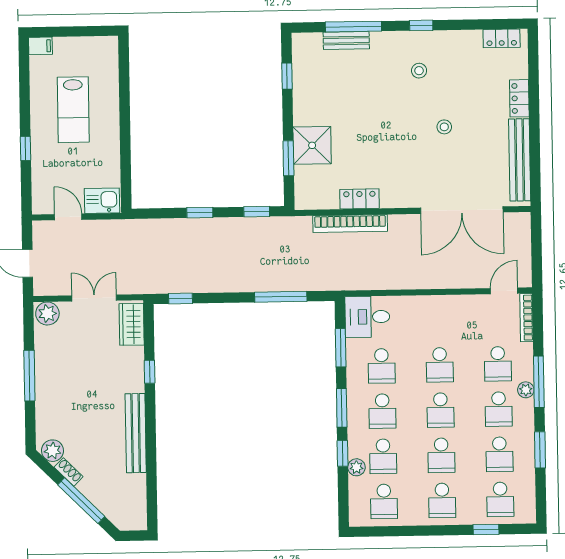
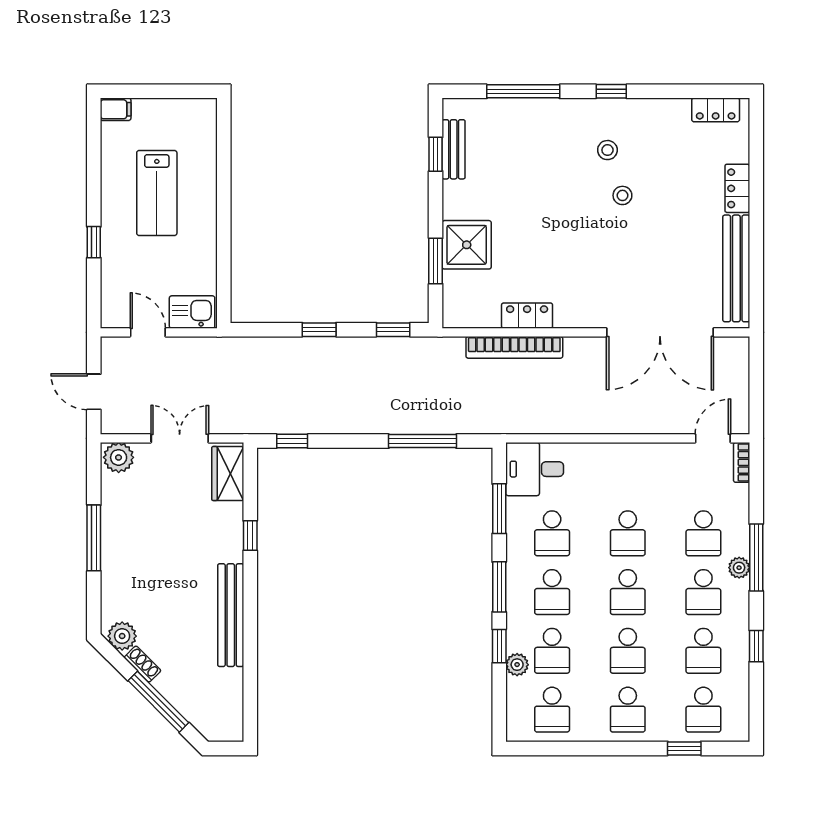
bench: (346, 41) -> (454, 149), moved, turned 90
stool: (444, 127) -> (622, 195), moved
bookcase: (526, 318) -> (742, 462), width x0.64
window: (540, 450) -> (756, 646), width x0.67

